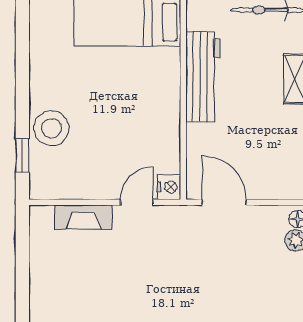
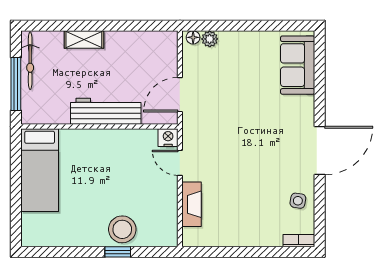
workbench: (203, 77) -> (106, 111), moved
window: (22, 155) -> (118, 252), moved

